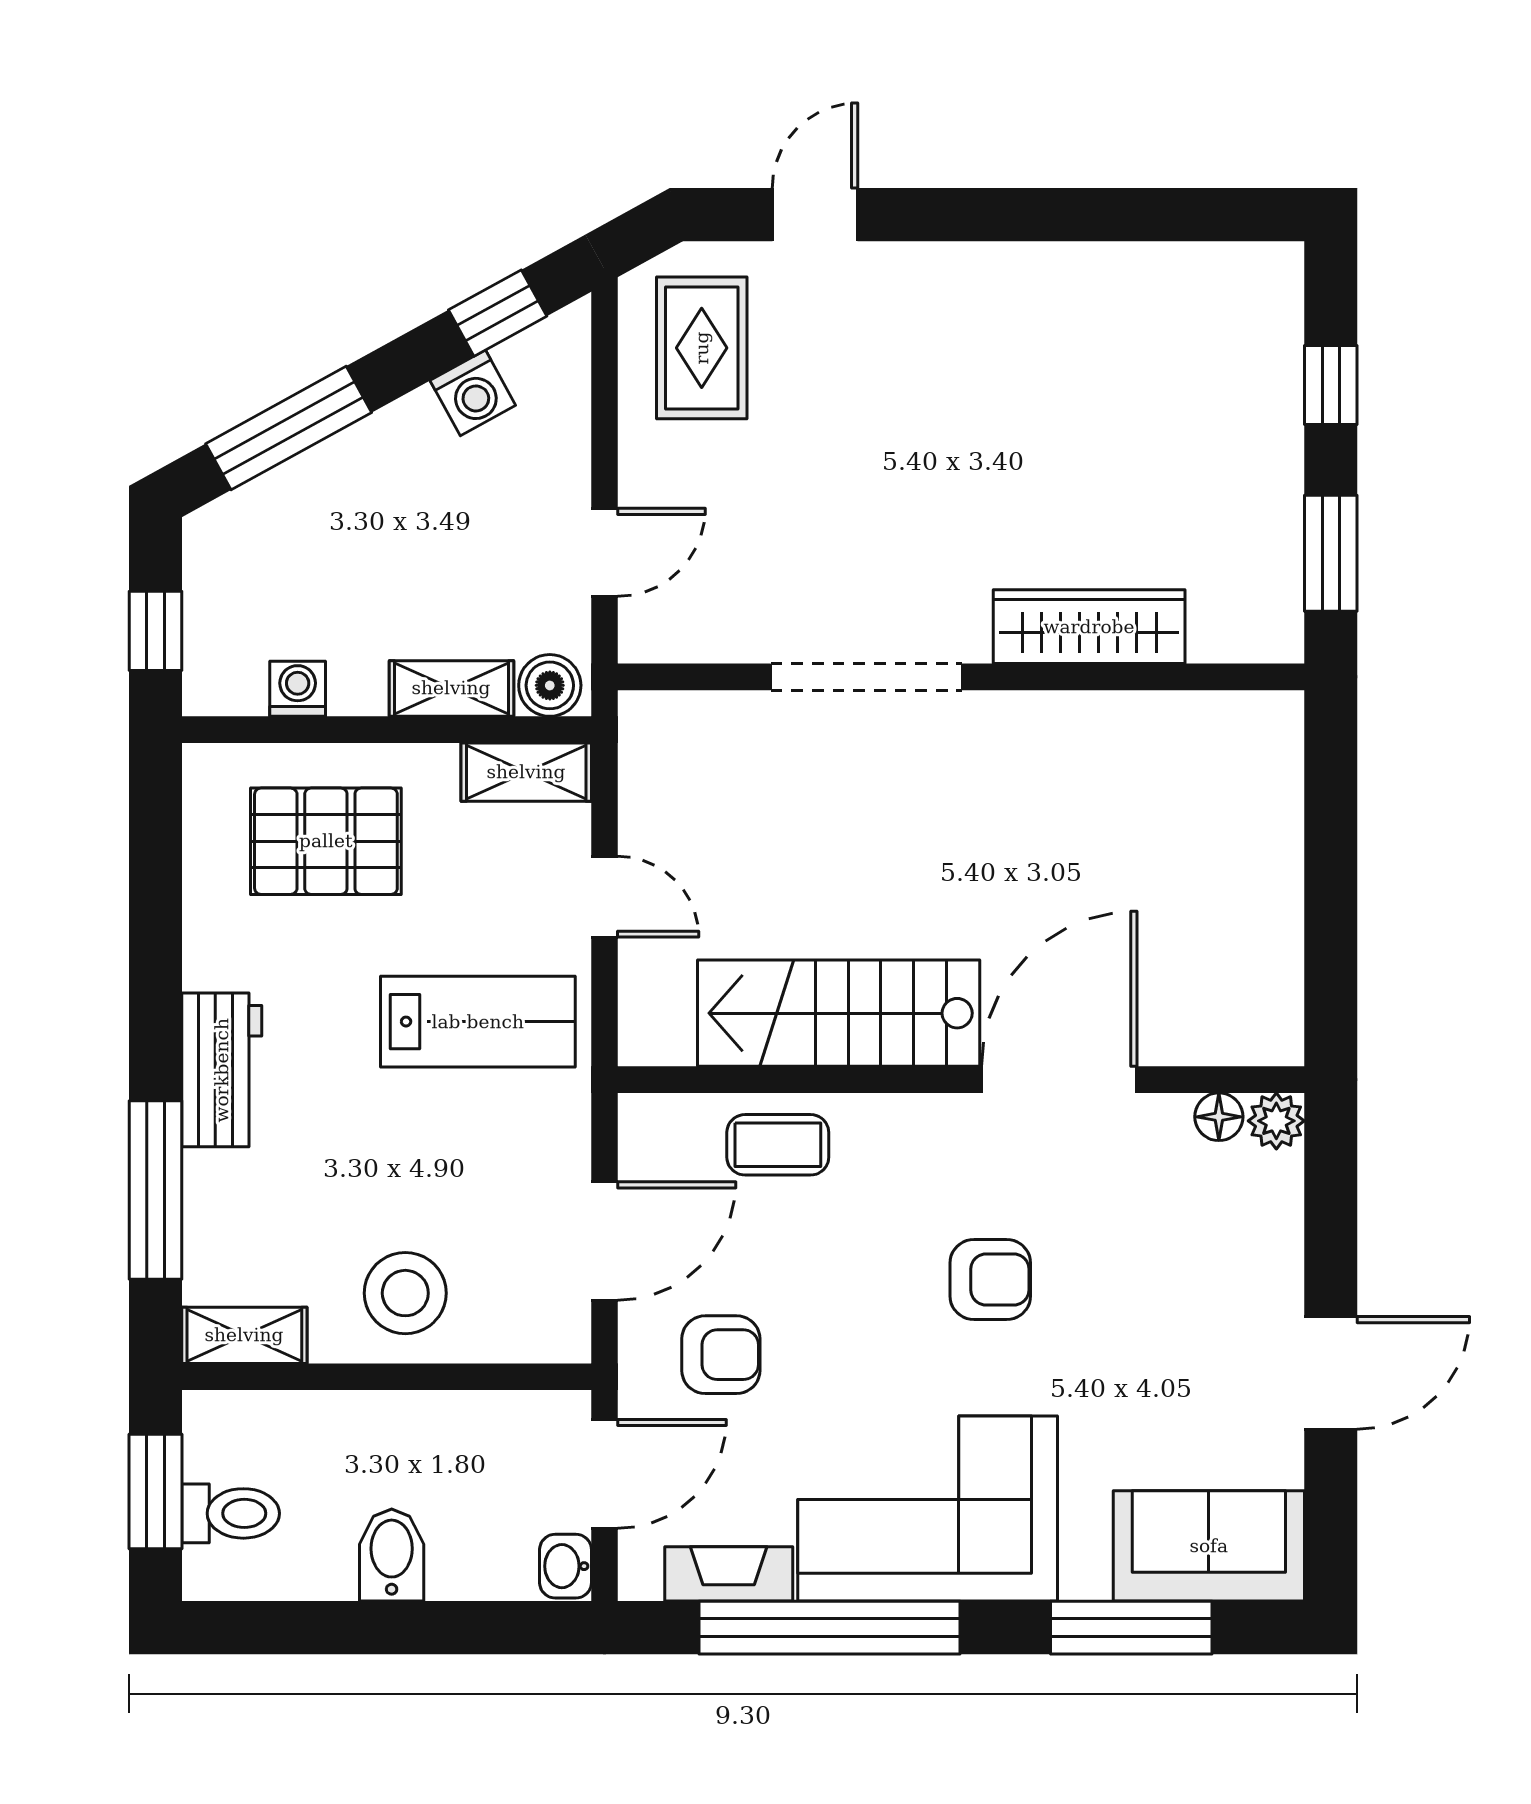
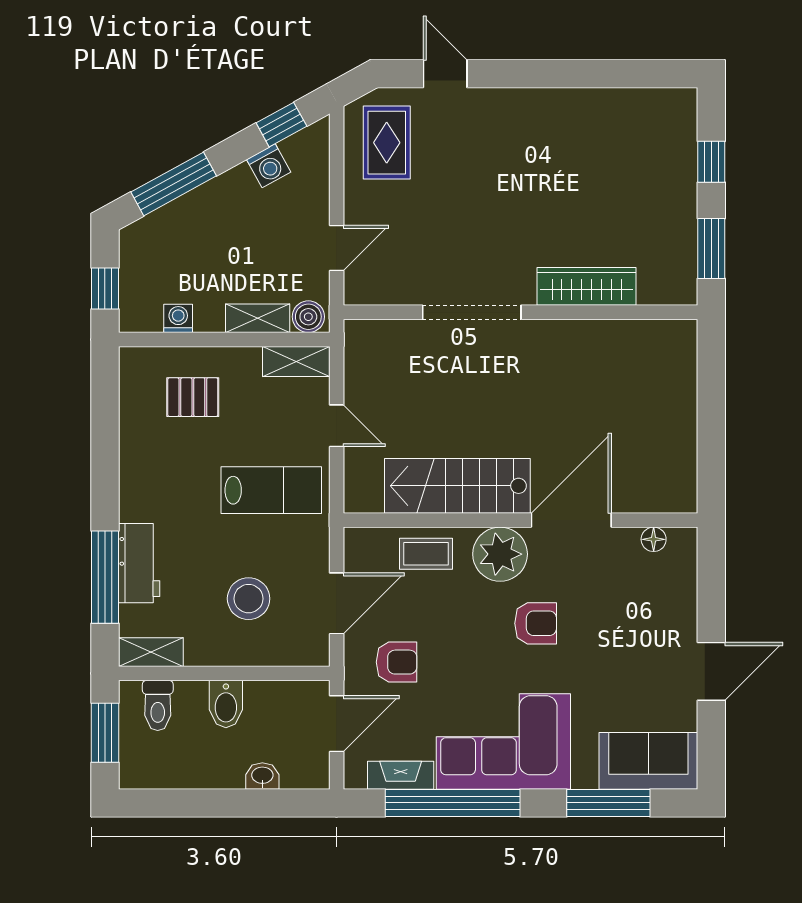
door: (815, 215) -> (445, 74), hinge flipped
pallet: (326, 841) -> (193, 397), width x0.67, depth x0.71
workbench: (222, 1070) -> (139, 563), moved
plant: (1276, 1121) -> (500, 554), moved, width x1.88, depth x1.88
stool: (405, 1293) -> (249, 599), moved
toilet: (231, 1513) -> (158, 705), moved, turned 90
bidet: (392, 1555) -> (226, 704), moved, turned 180
washbasin: (566, 1566) -> (262, 776), moved, turned 90

